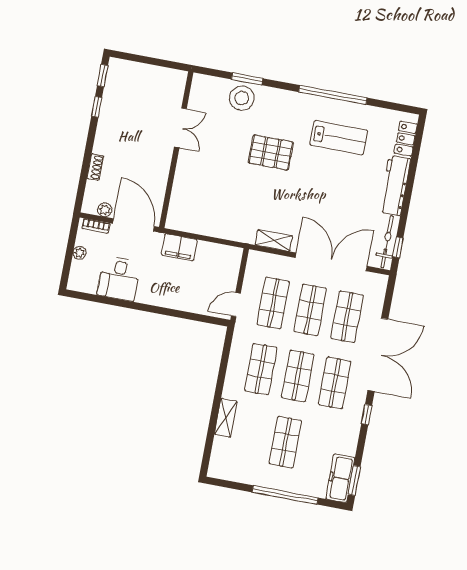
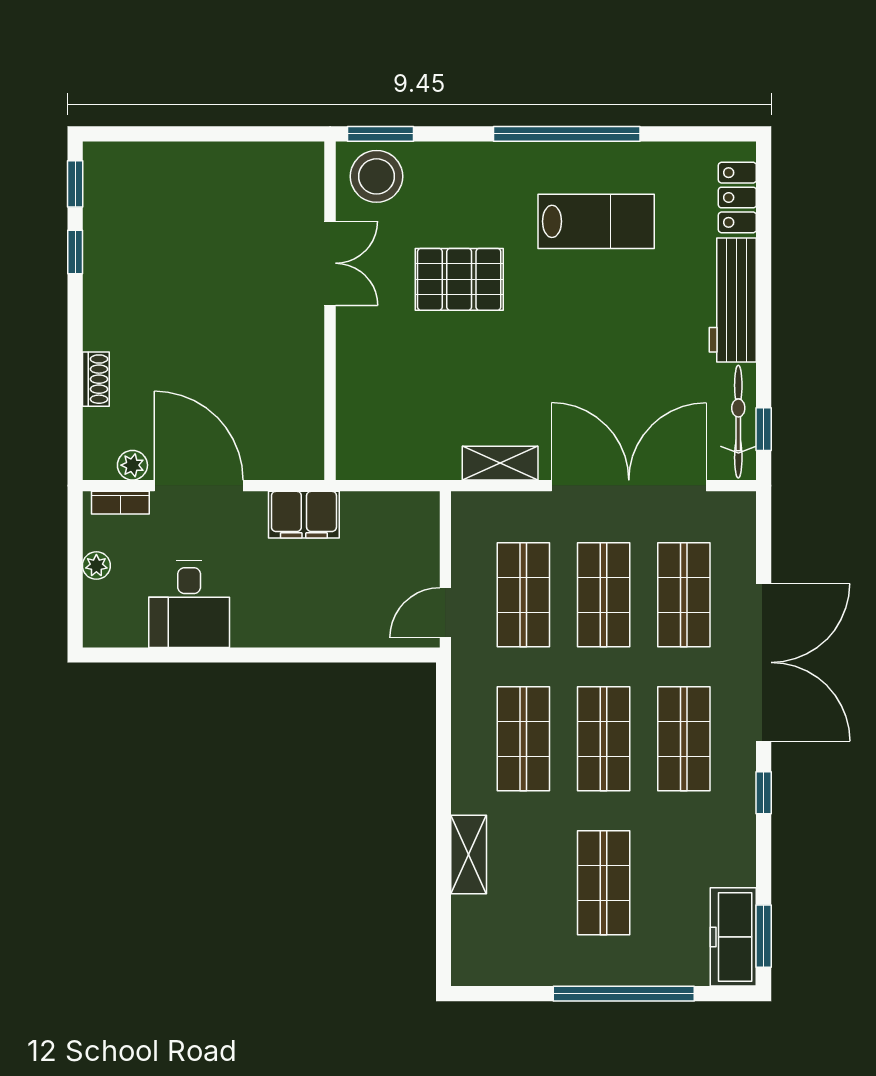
double door: (180, 128) -> (330, 263), moved
wall: (176, 150) -> (330, 311), moved

